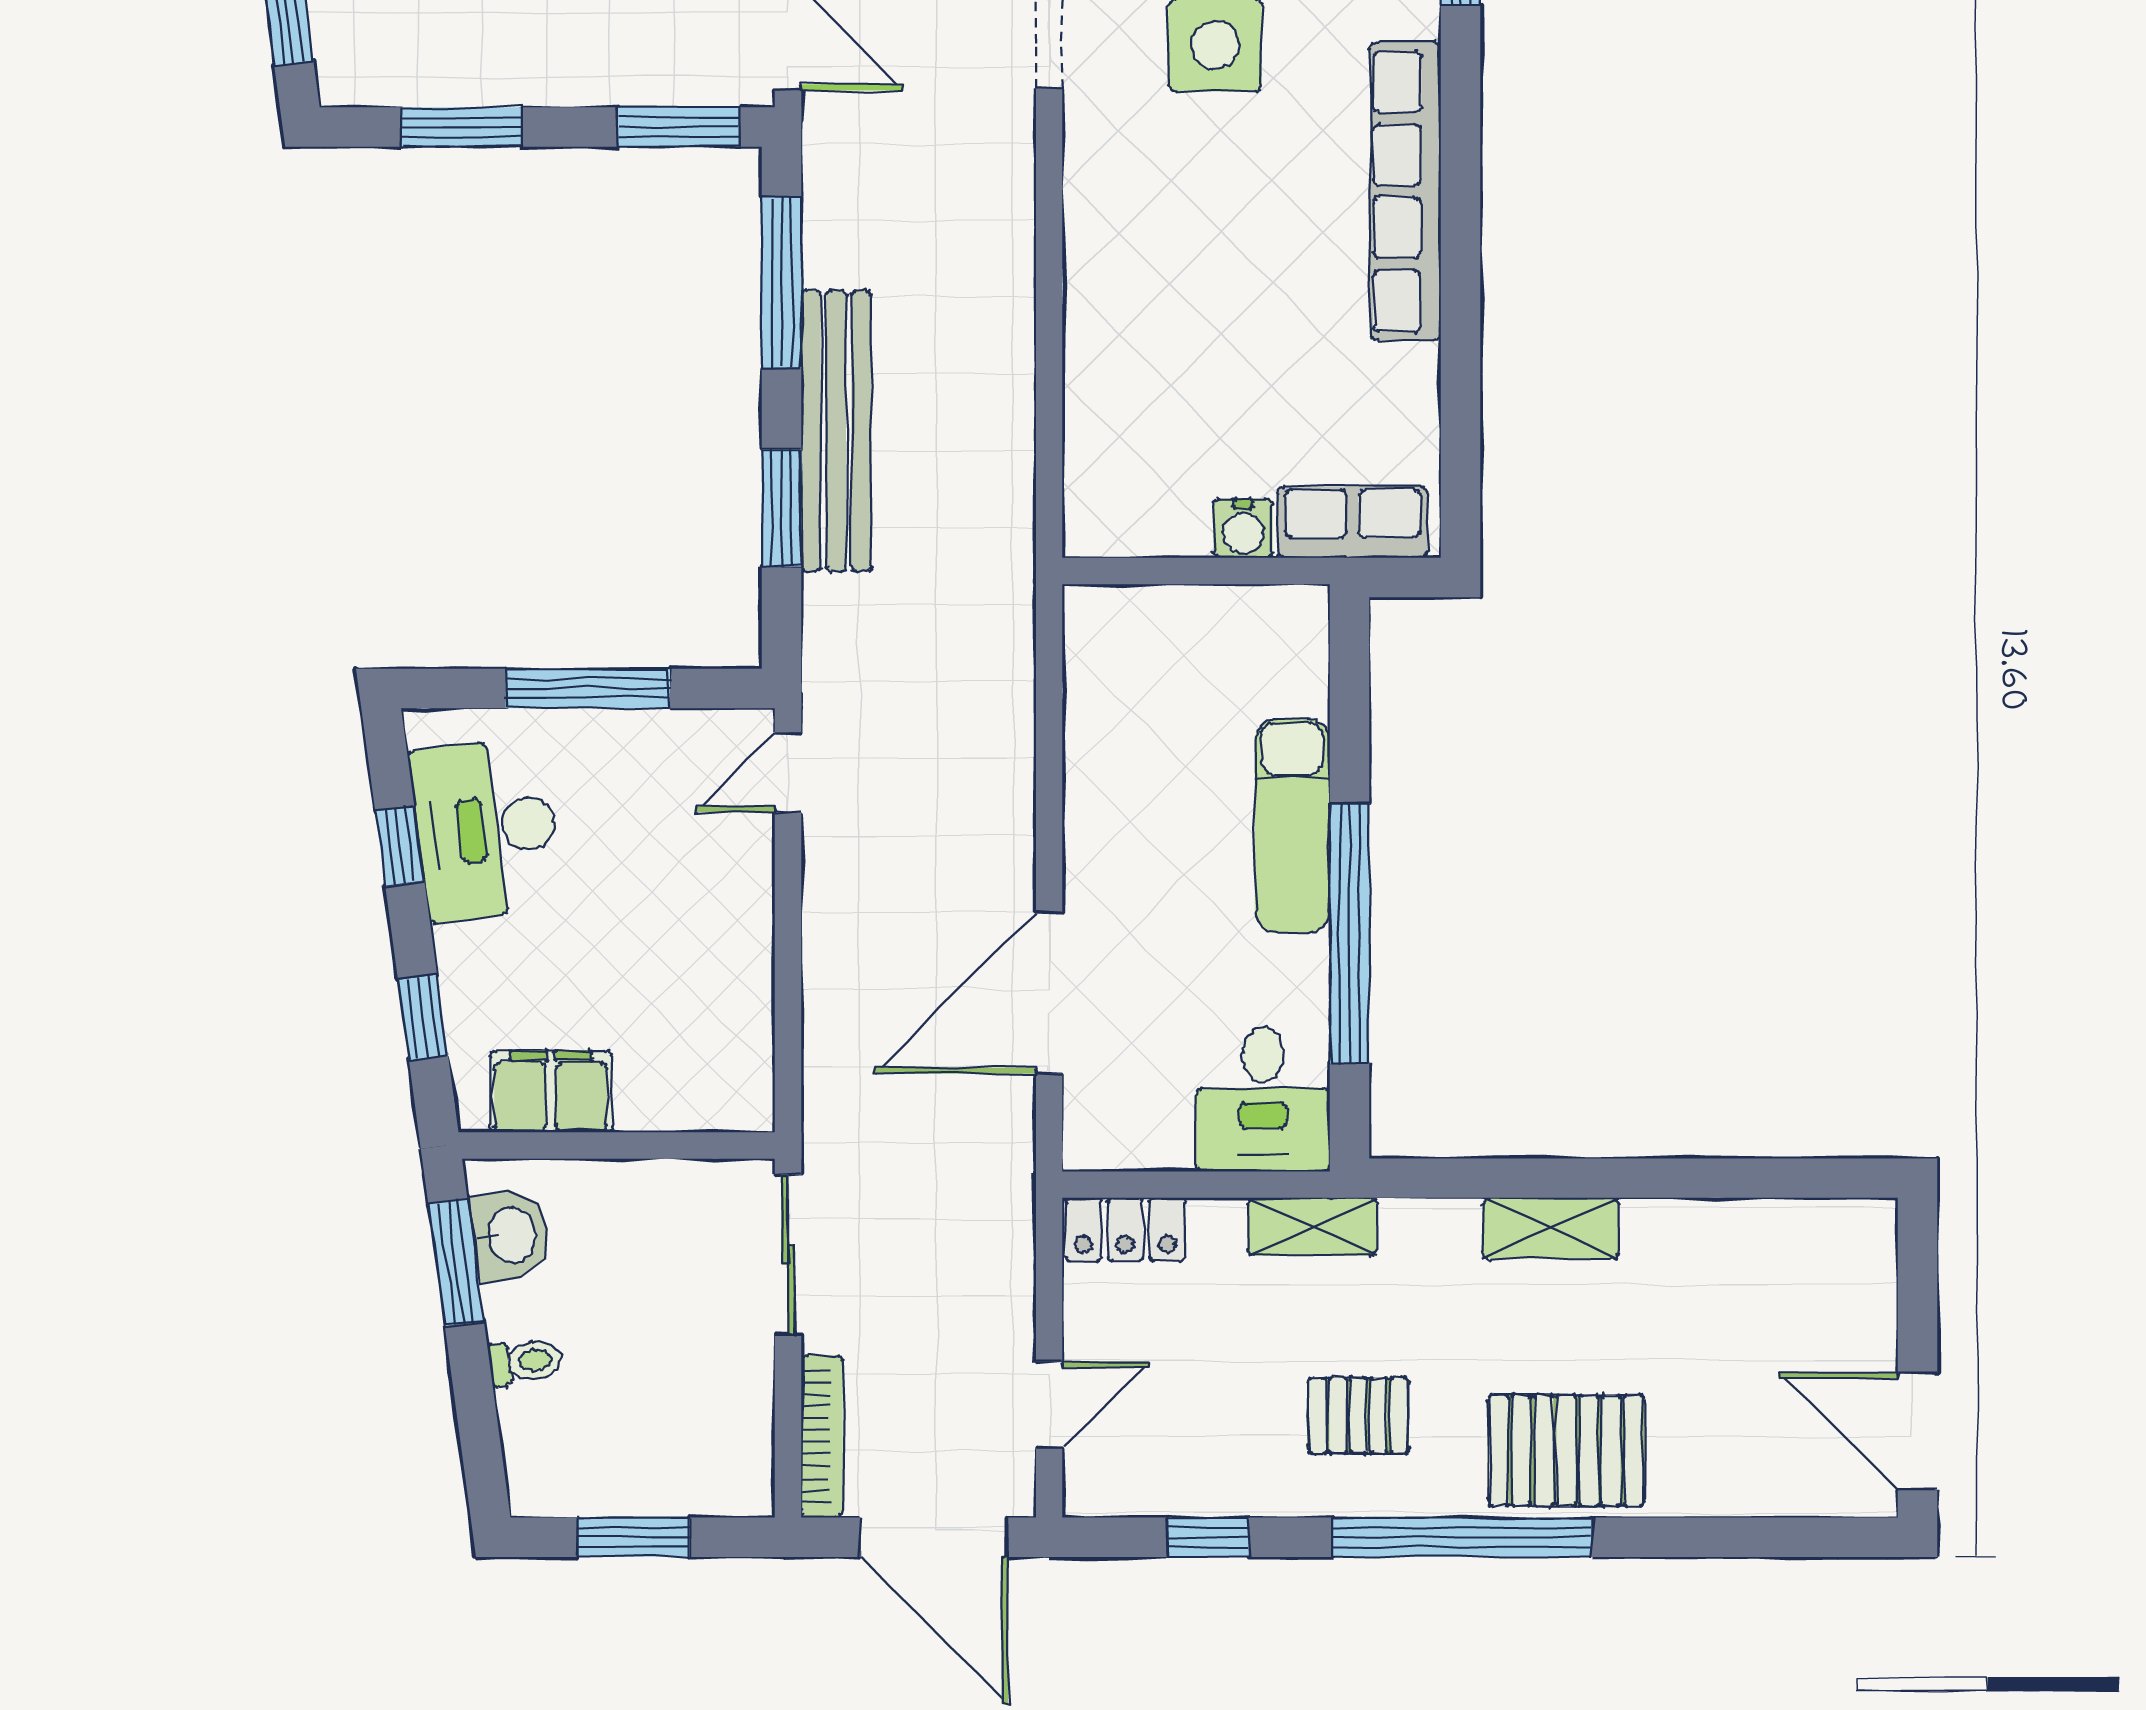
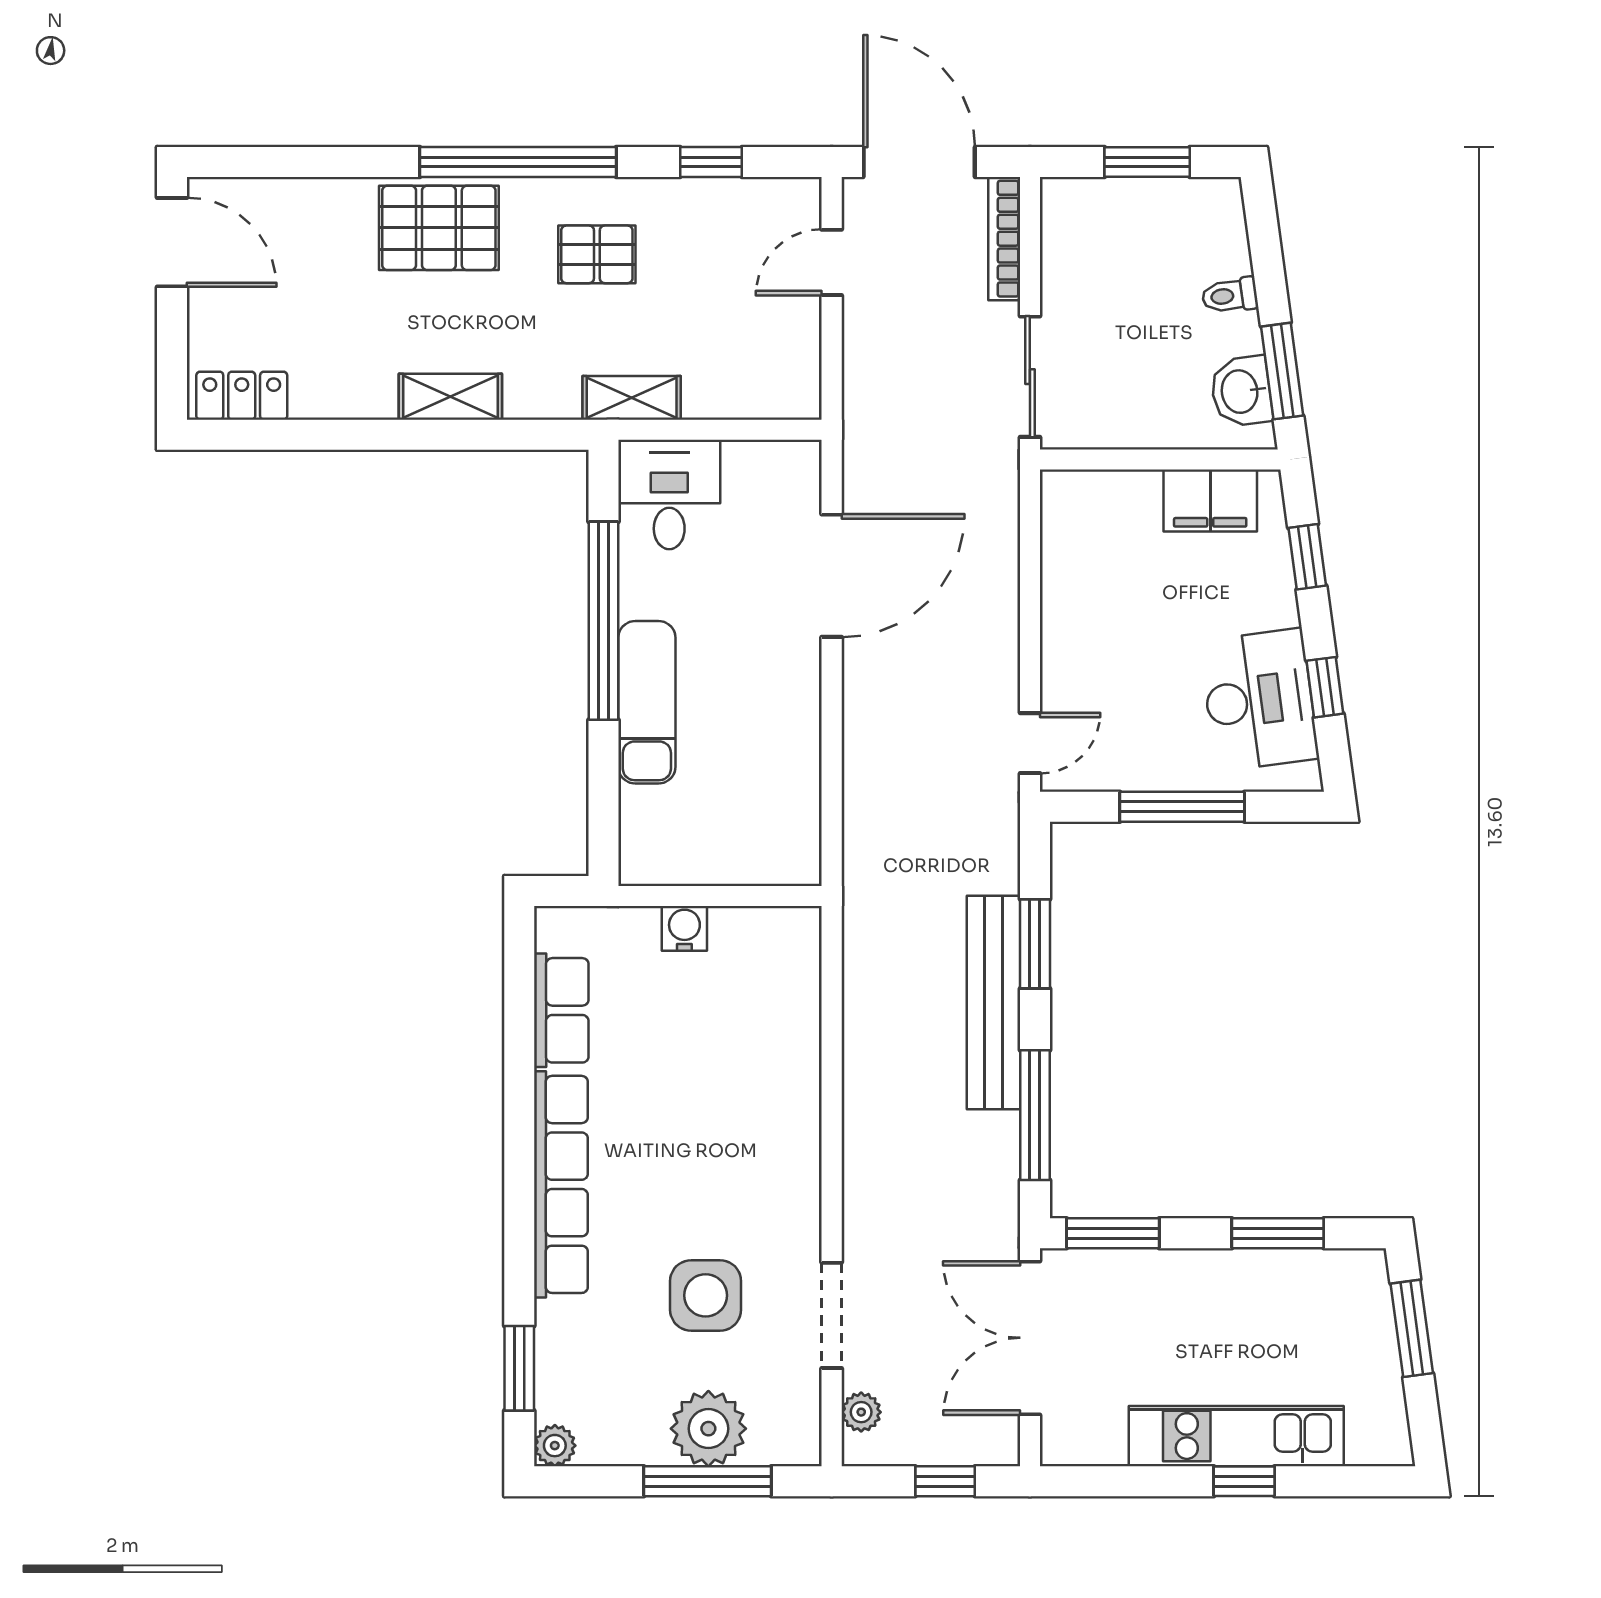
row of seats: (1353, 522) -> (561, 1010), moved, turned -90
locker: (1125, 1230) -> (242, 396), moved

